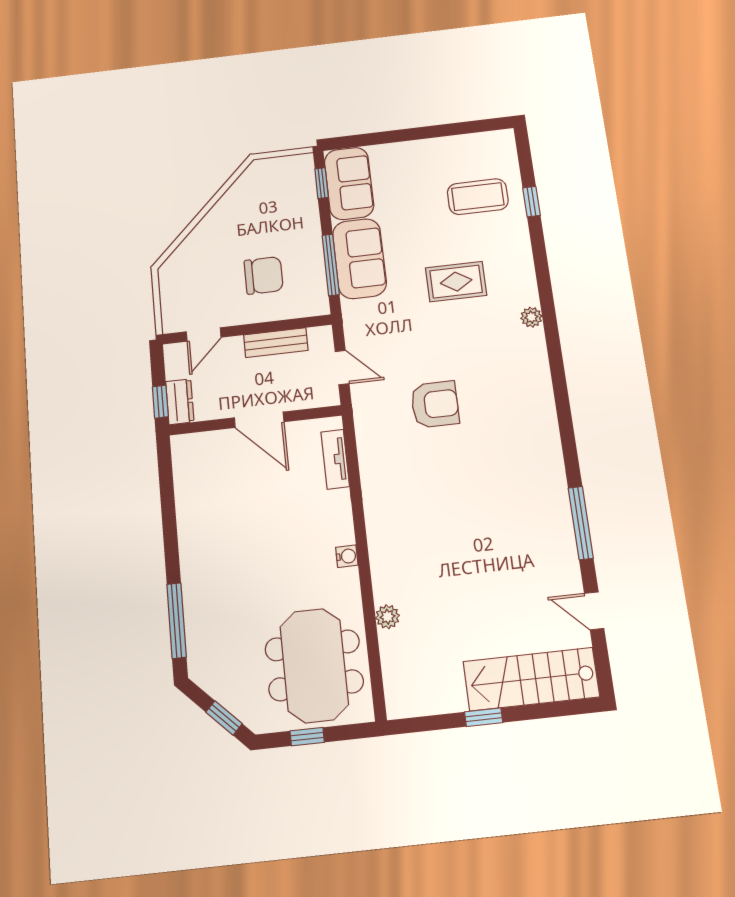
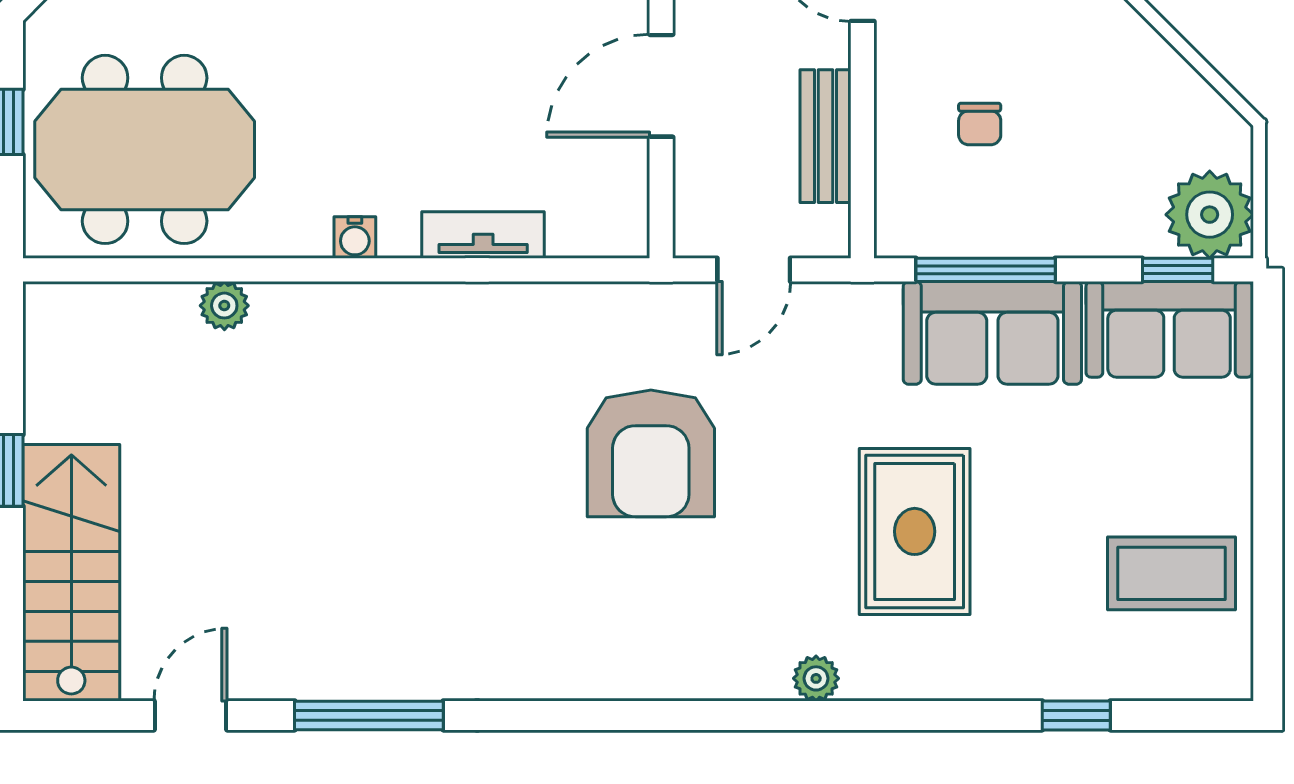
plant: (295, 173) -> (1210, 215), added
coffee table: (478, 197) -> (1172, 573), moved, turned 90
chair: (264, 275) -> (980, 124), width x0.54, depth x0.54
rug: (456, 282) -> (915, 531), width x1.36, depth x1.43
armchair: (435, 404) -> (651, 453), width x1.36, depth x1.36
tv unit: (335, 459) -> (483, 235), moved

